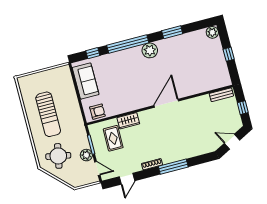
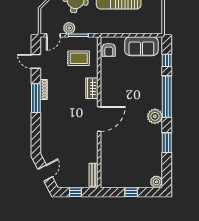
door: (166, 103) -> (99, 119), hinge flipped
wardrobe: (128, 121) -> (92, 88), moved
window: (173, 167) -> (36, 98), moved

